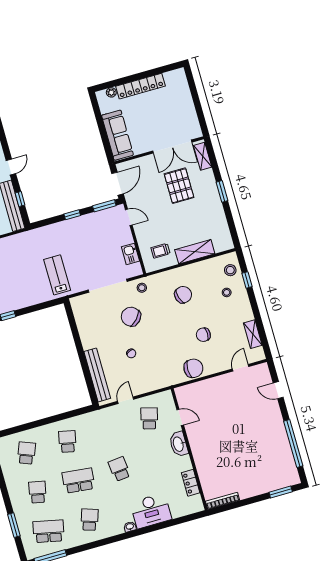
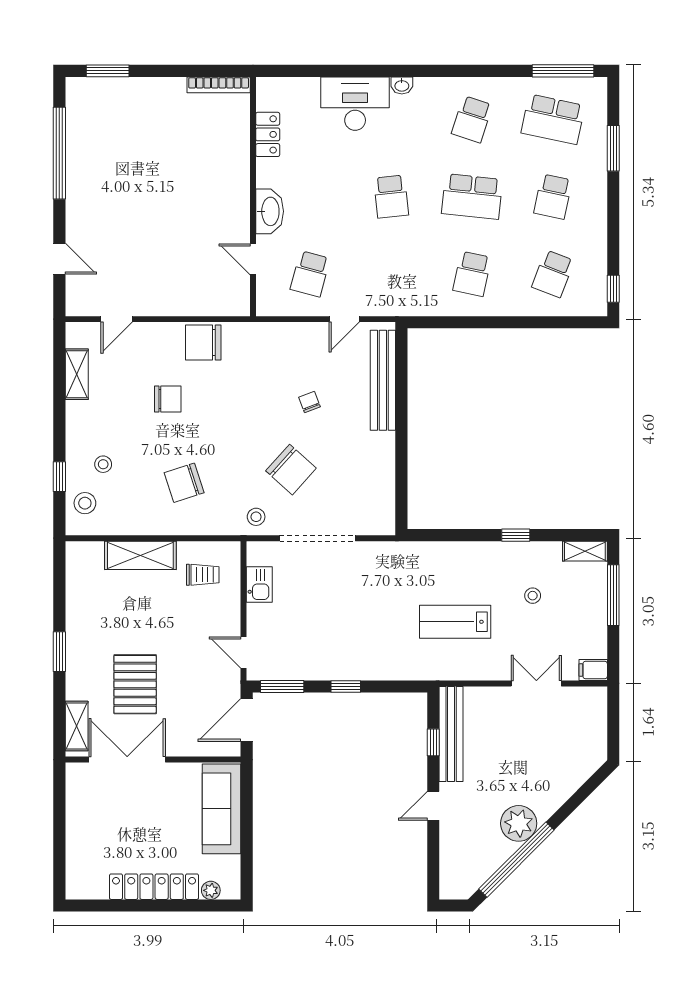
lab bench: (57, 275) -> (455, 622), moved, turned 90

